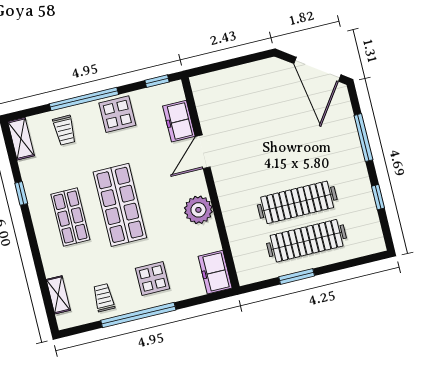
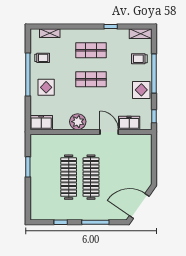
shop shelf: (120, 205) -> (91, 79), width x0.70, depth x0.74
clothes rail: (307, 241) -> (91, 177), moved

